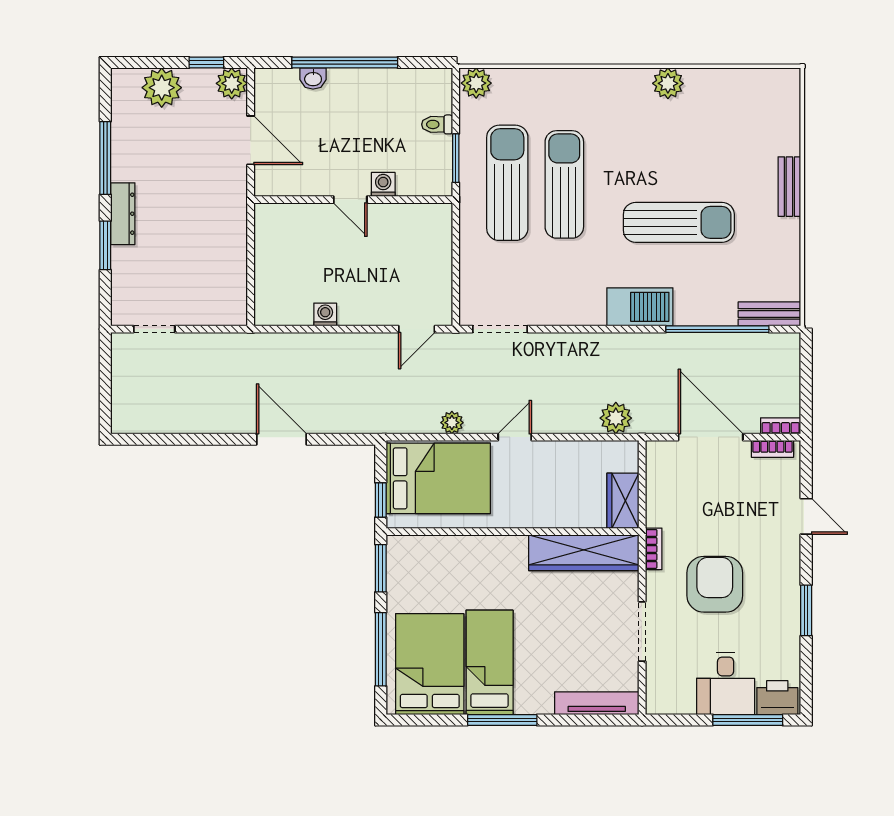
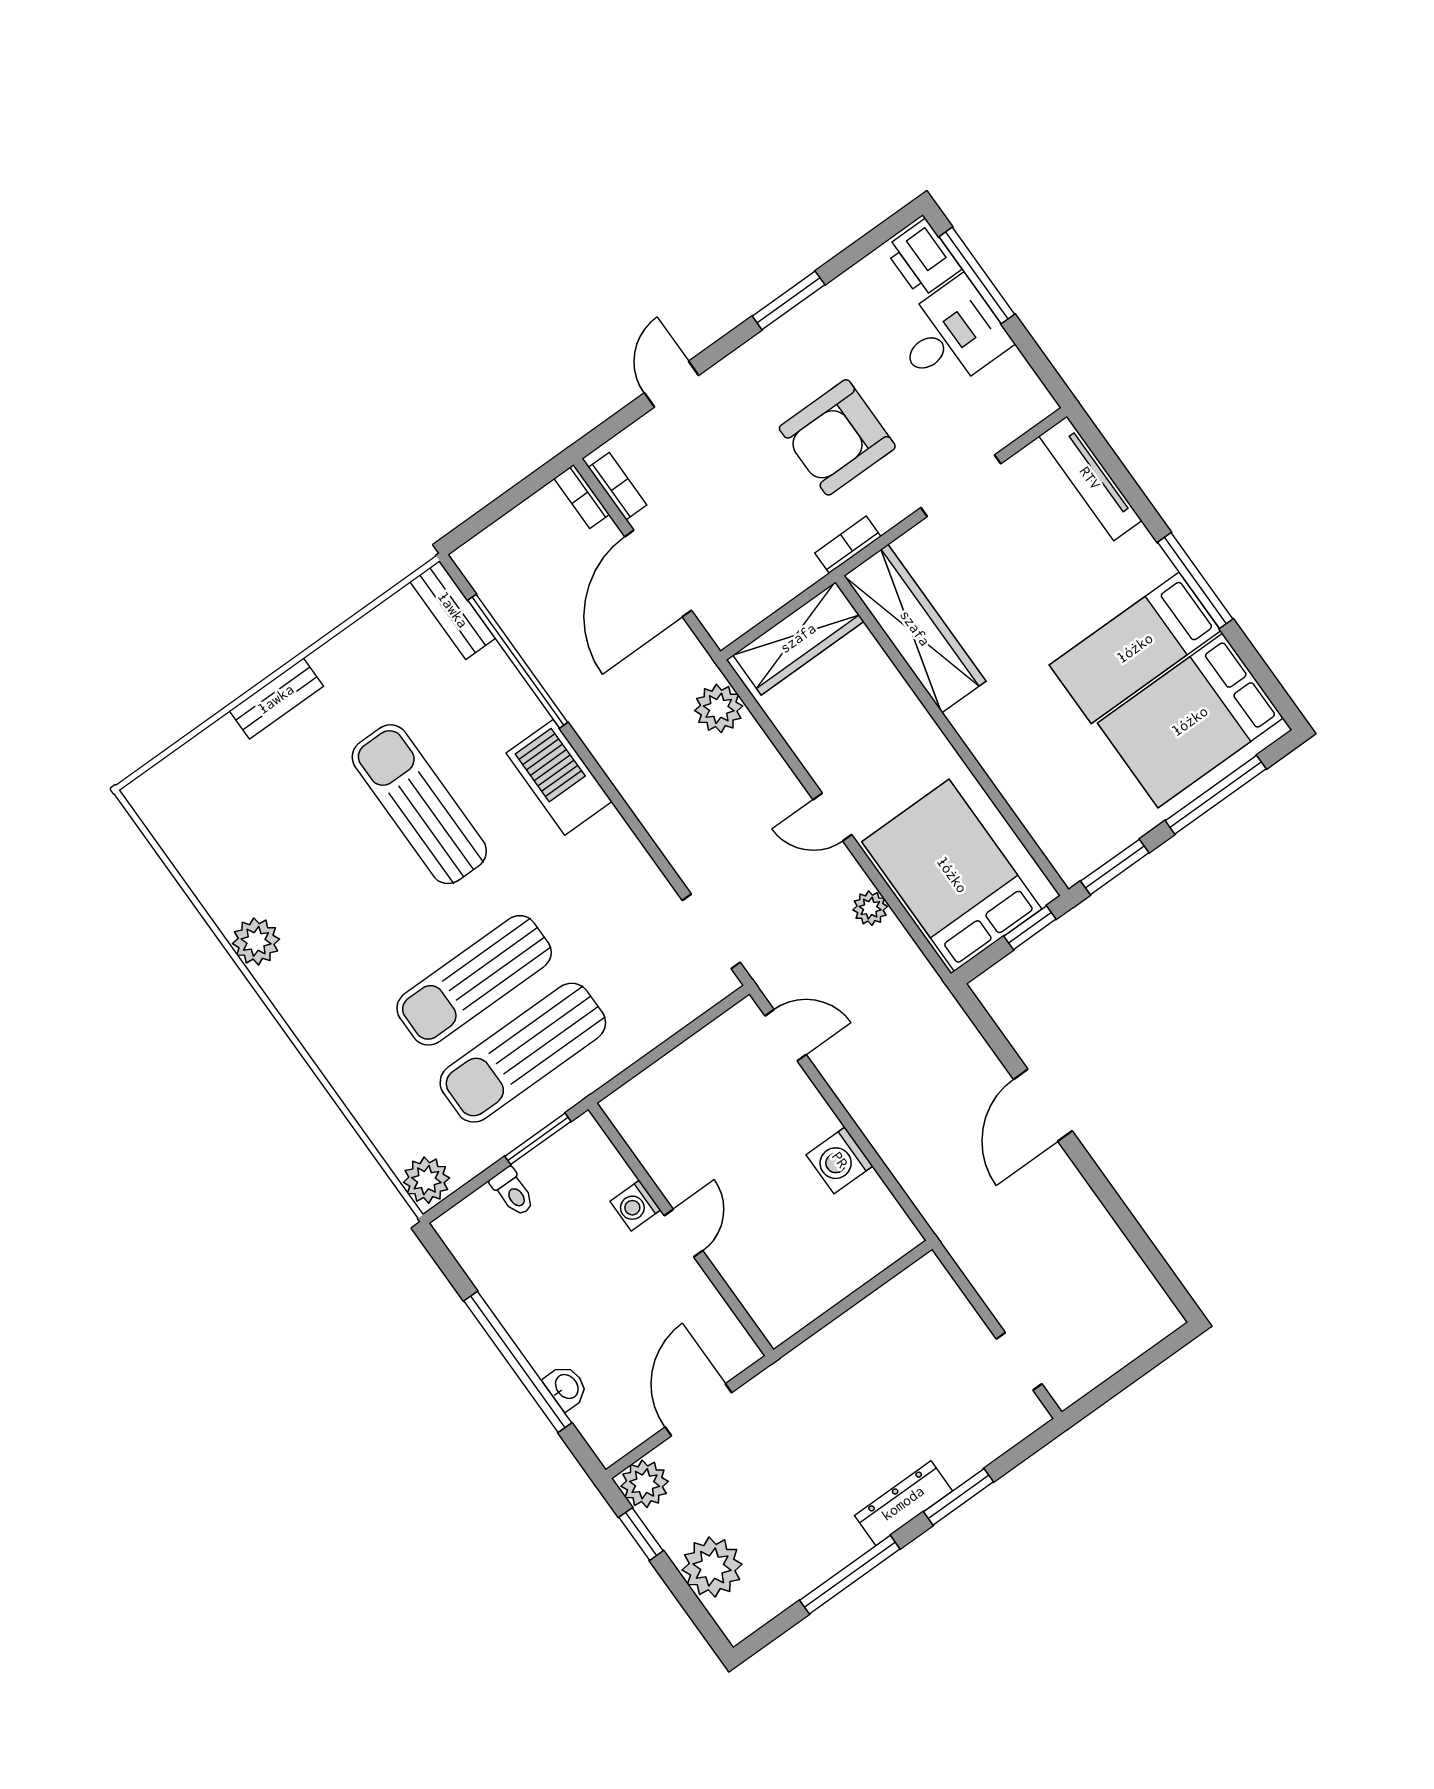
washing machine: (325, 314) -> (840, 1160), width x1.38, depth x1.38
wardrobe: (623, 501) -> (798, 638), width x1.50

